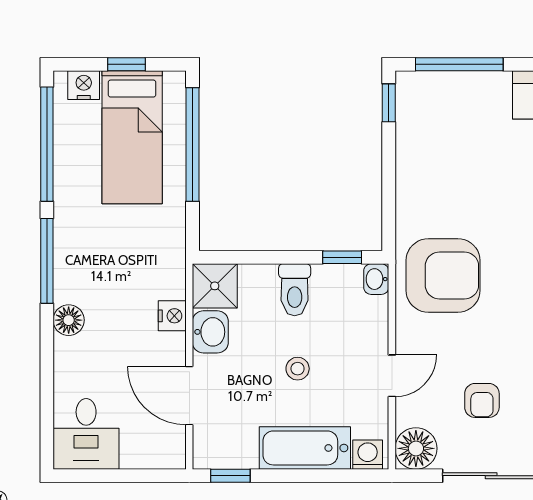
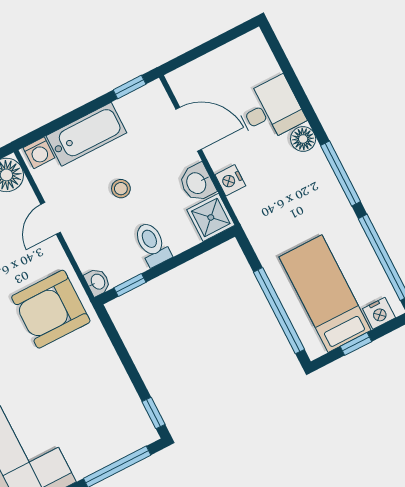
desk: (86, 434) -> (270, 110), moved, turned 90

